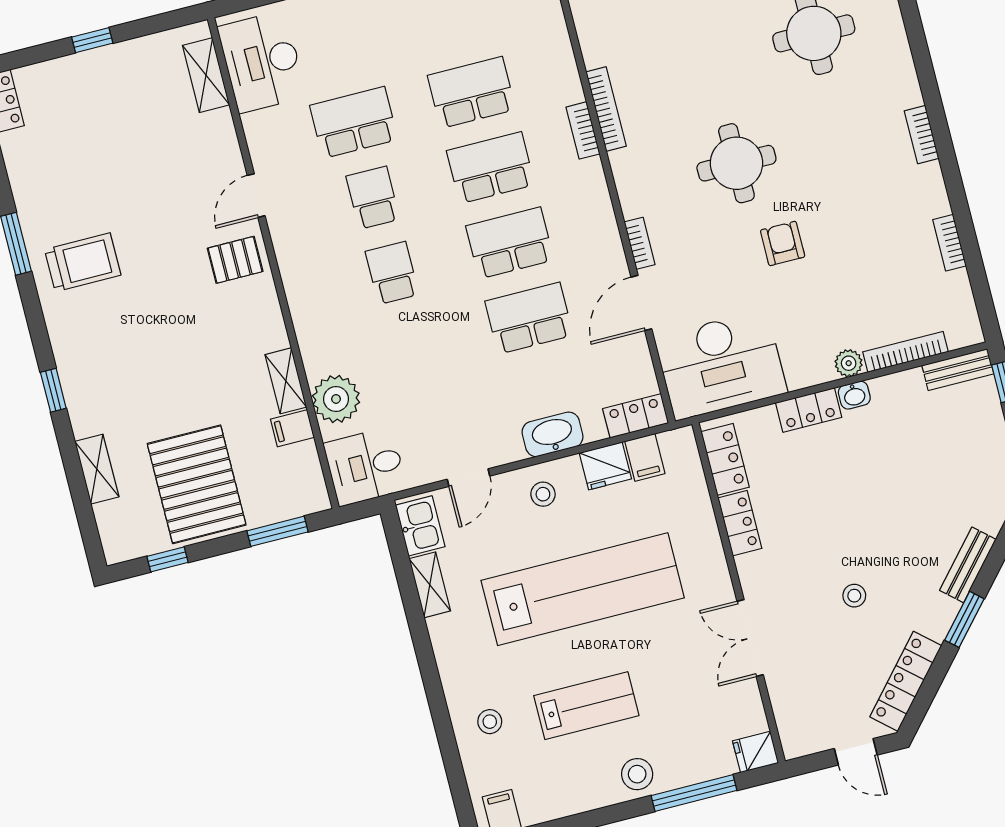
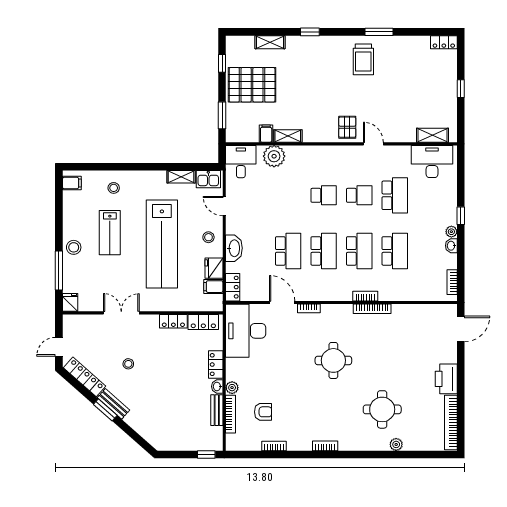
armchair: (783, 243) -> (263, 412), moved
bench: (958, 370) -> (217, 410), moved
bench: (968, 565) -> (113, 404), moved

